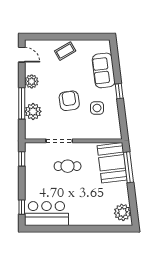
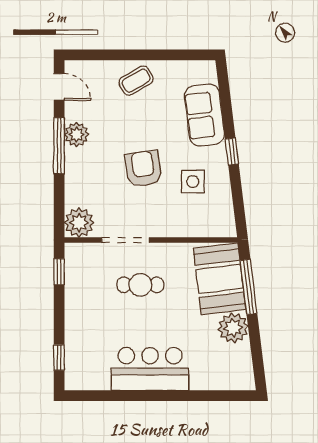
window: (22, 103) -> (59, 146), moved
plant: (33, 111) -> (79, 223), moved
plant: (122, 212) -> (233, 328), moved
bar counter: (46, 214) -> (150, 369), moved

